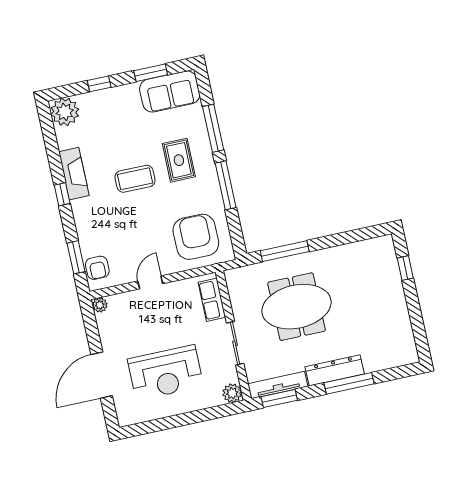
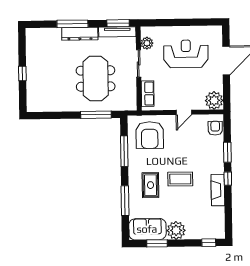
window: (99, 84) -> (209, 243), moved
plant: (65, 112) -> (176, 230), moved
window: (226, 185) -> (124, 151), moved
window: (76, 257) -> (227, 152), moved
window: (405, 268) -> (22, 73), moved
plant: (100, 305) -> (214, 100), width x1.87, depth x1.87
meeting table: (297, 307) -> (96, 79), turned 90
plant: (232, 393) -> (147, 43), moved

